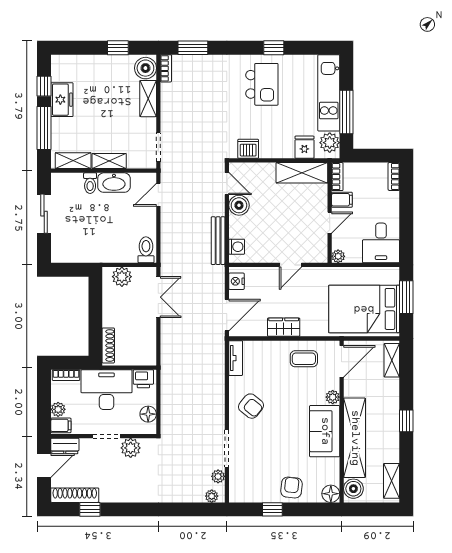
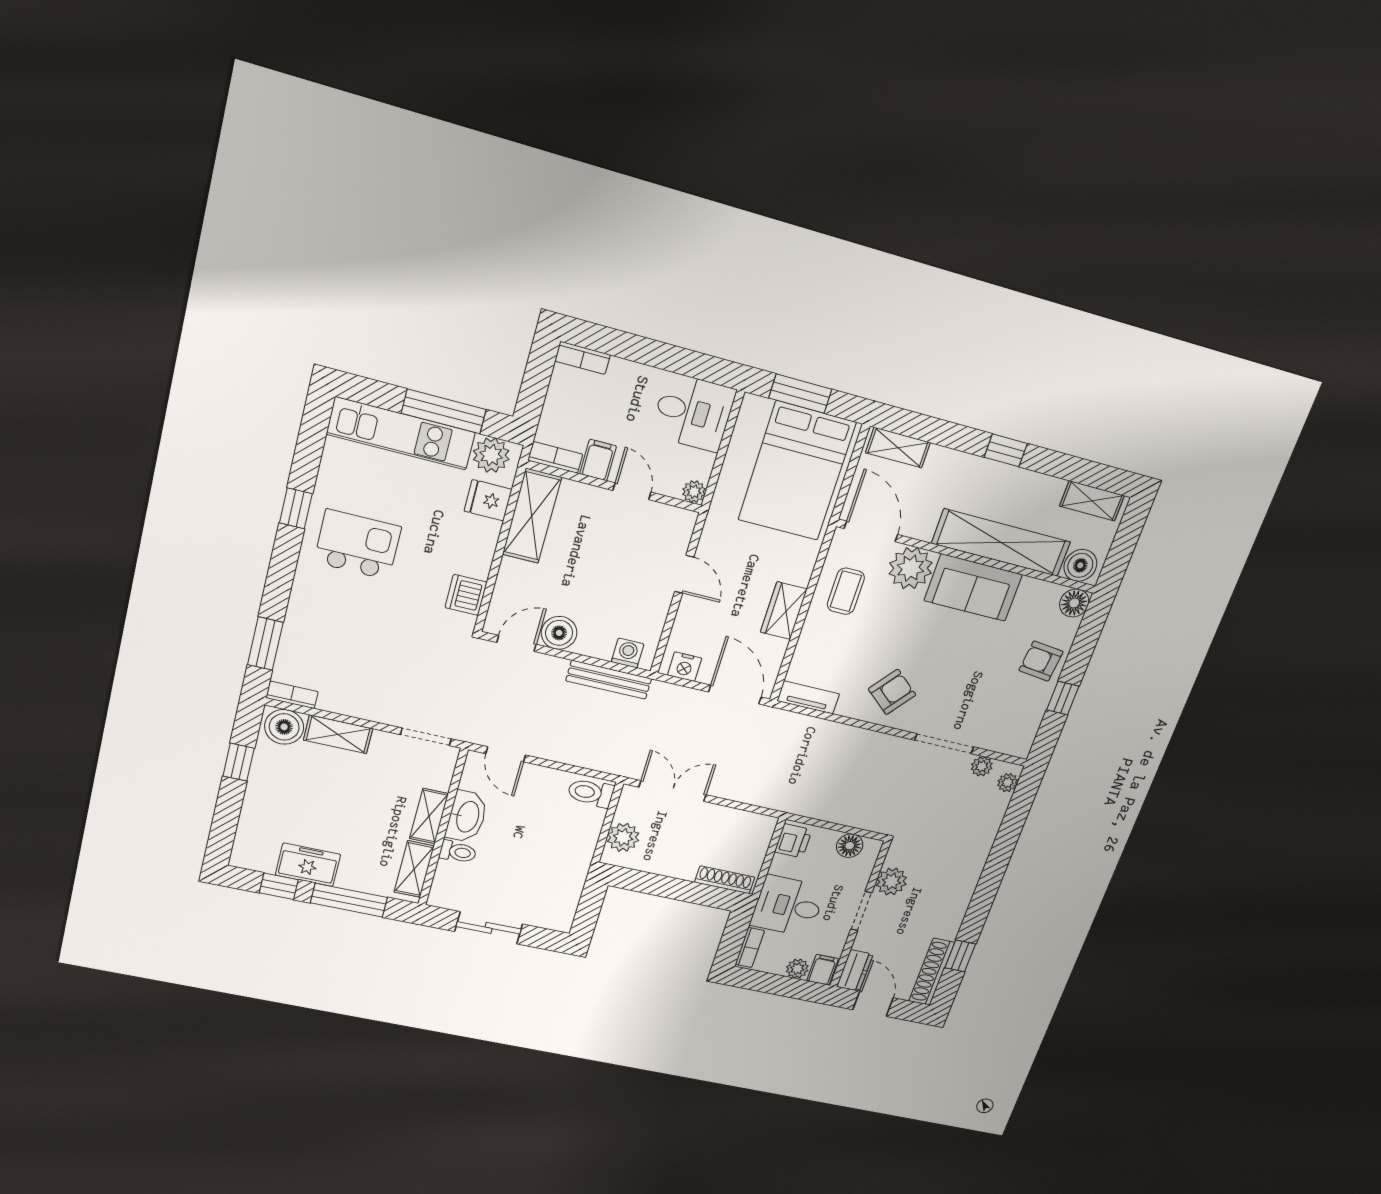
desk: (107, 390) -> (788, 906), width x0.73
plant: (333, 397) -> (911, 568), width x1.88, depth x1.88

